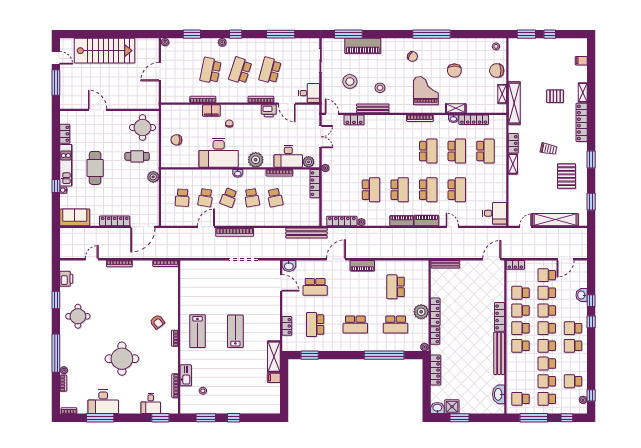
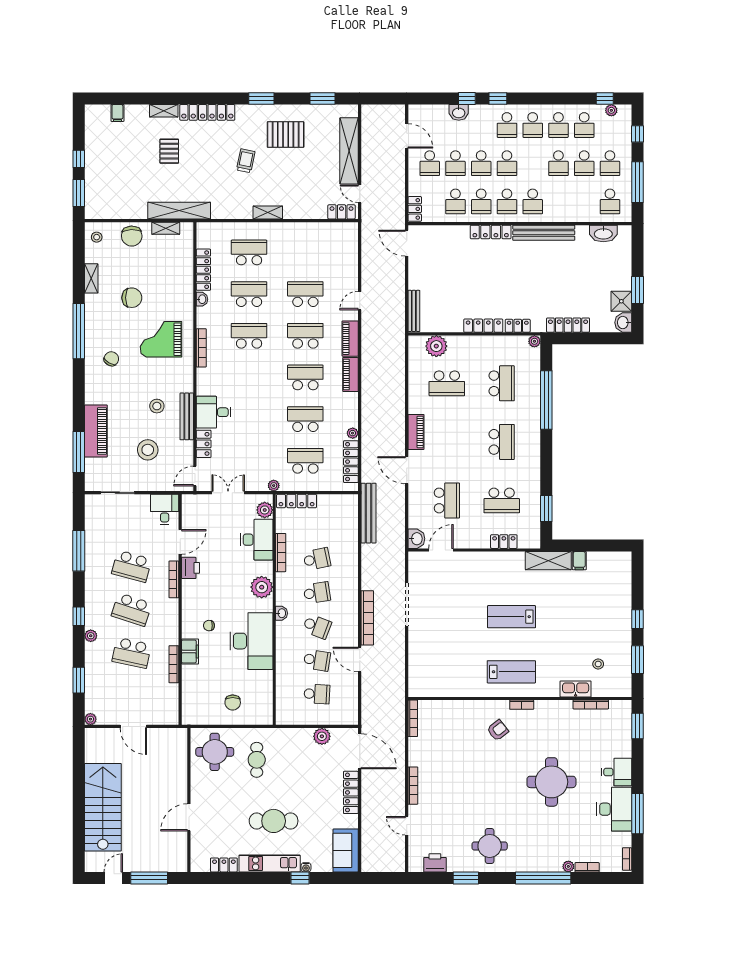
shelving: (456, 108) -> (91, 278), moved
locker: (513, 143) -> (342, 212), moved
plant: (153, 177) -> (322, 736), moved
school desk: (342, 190) -> (305, 461), added
desk: (494, 213) -> (214, 412), moved, turned -90
plant: (421, 312) -> (436, 346), moved
school desk: (547, 346) -> (558, 125), moved
desk: (151, 403) -> (617, 772), moved

